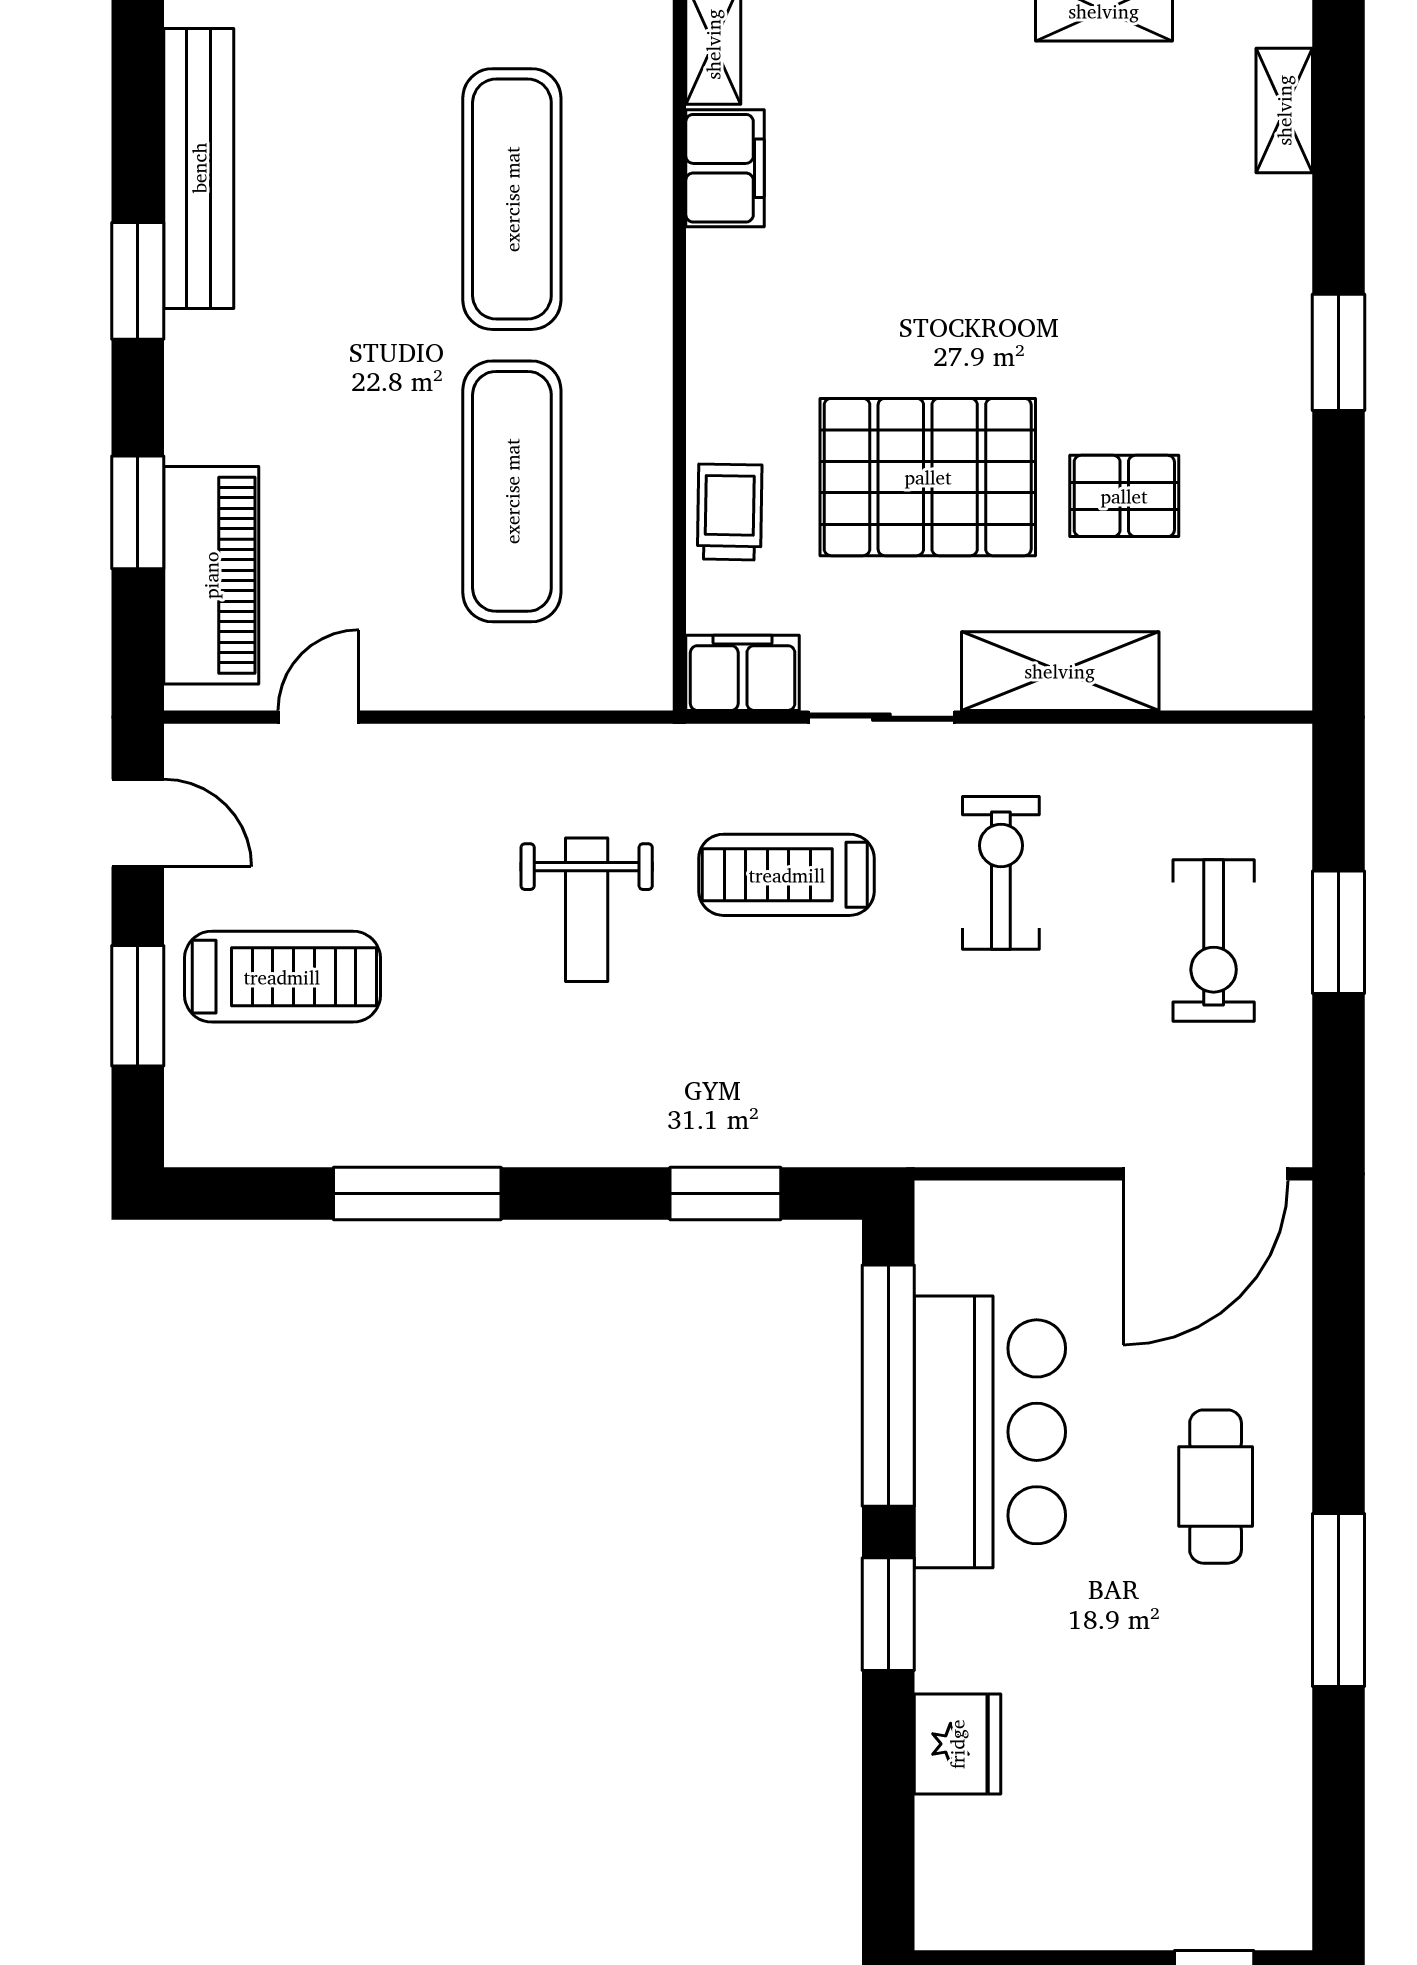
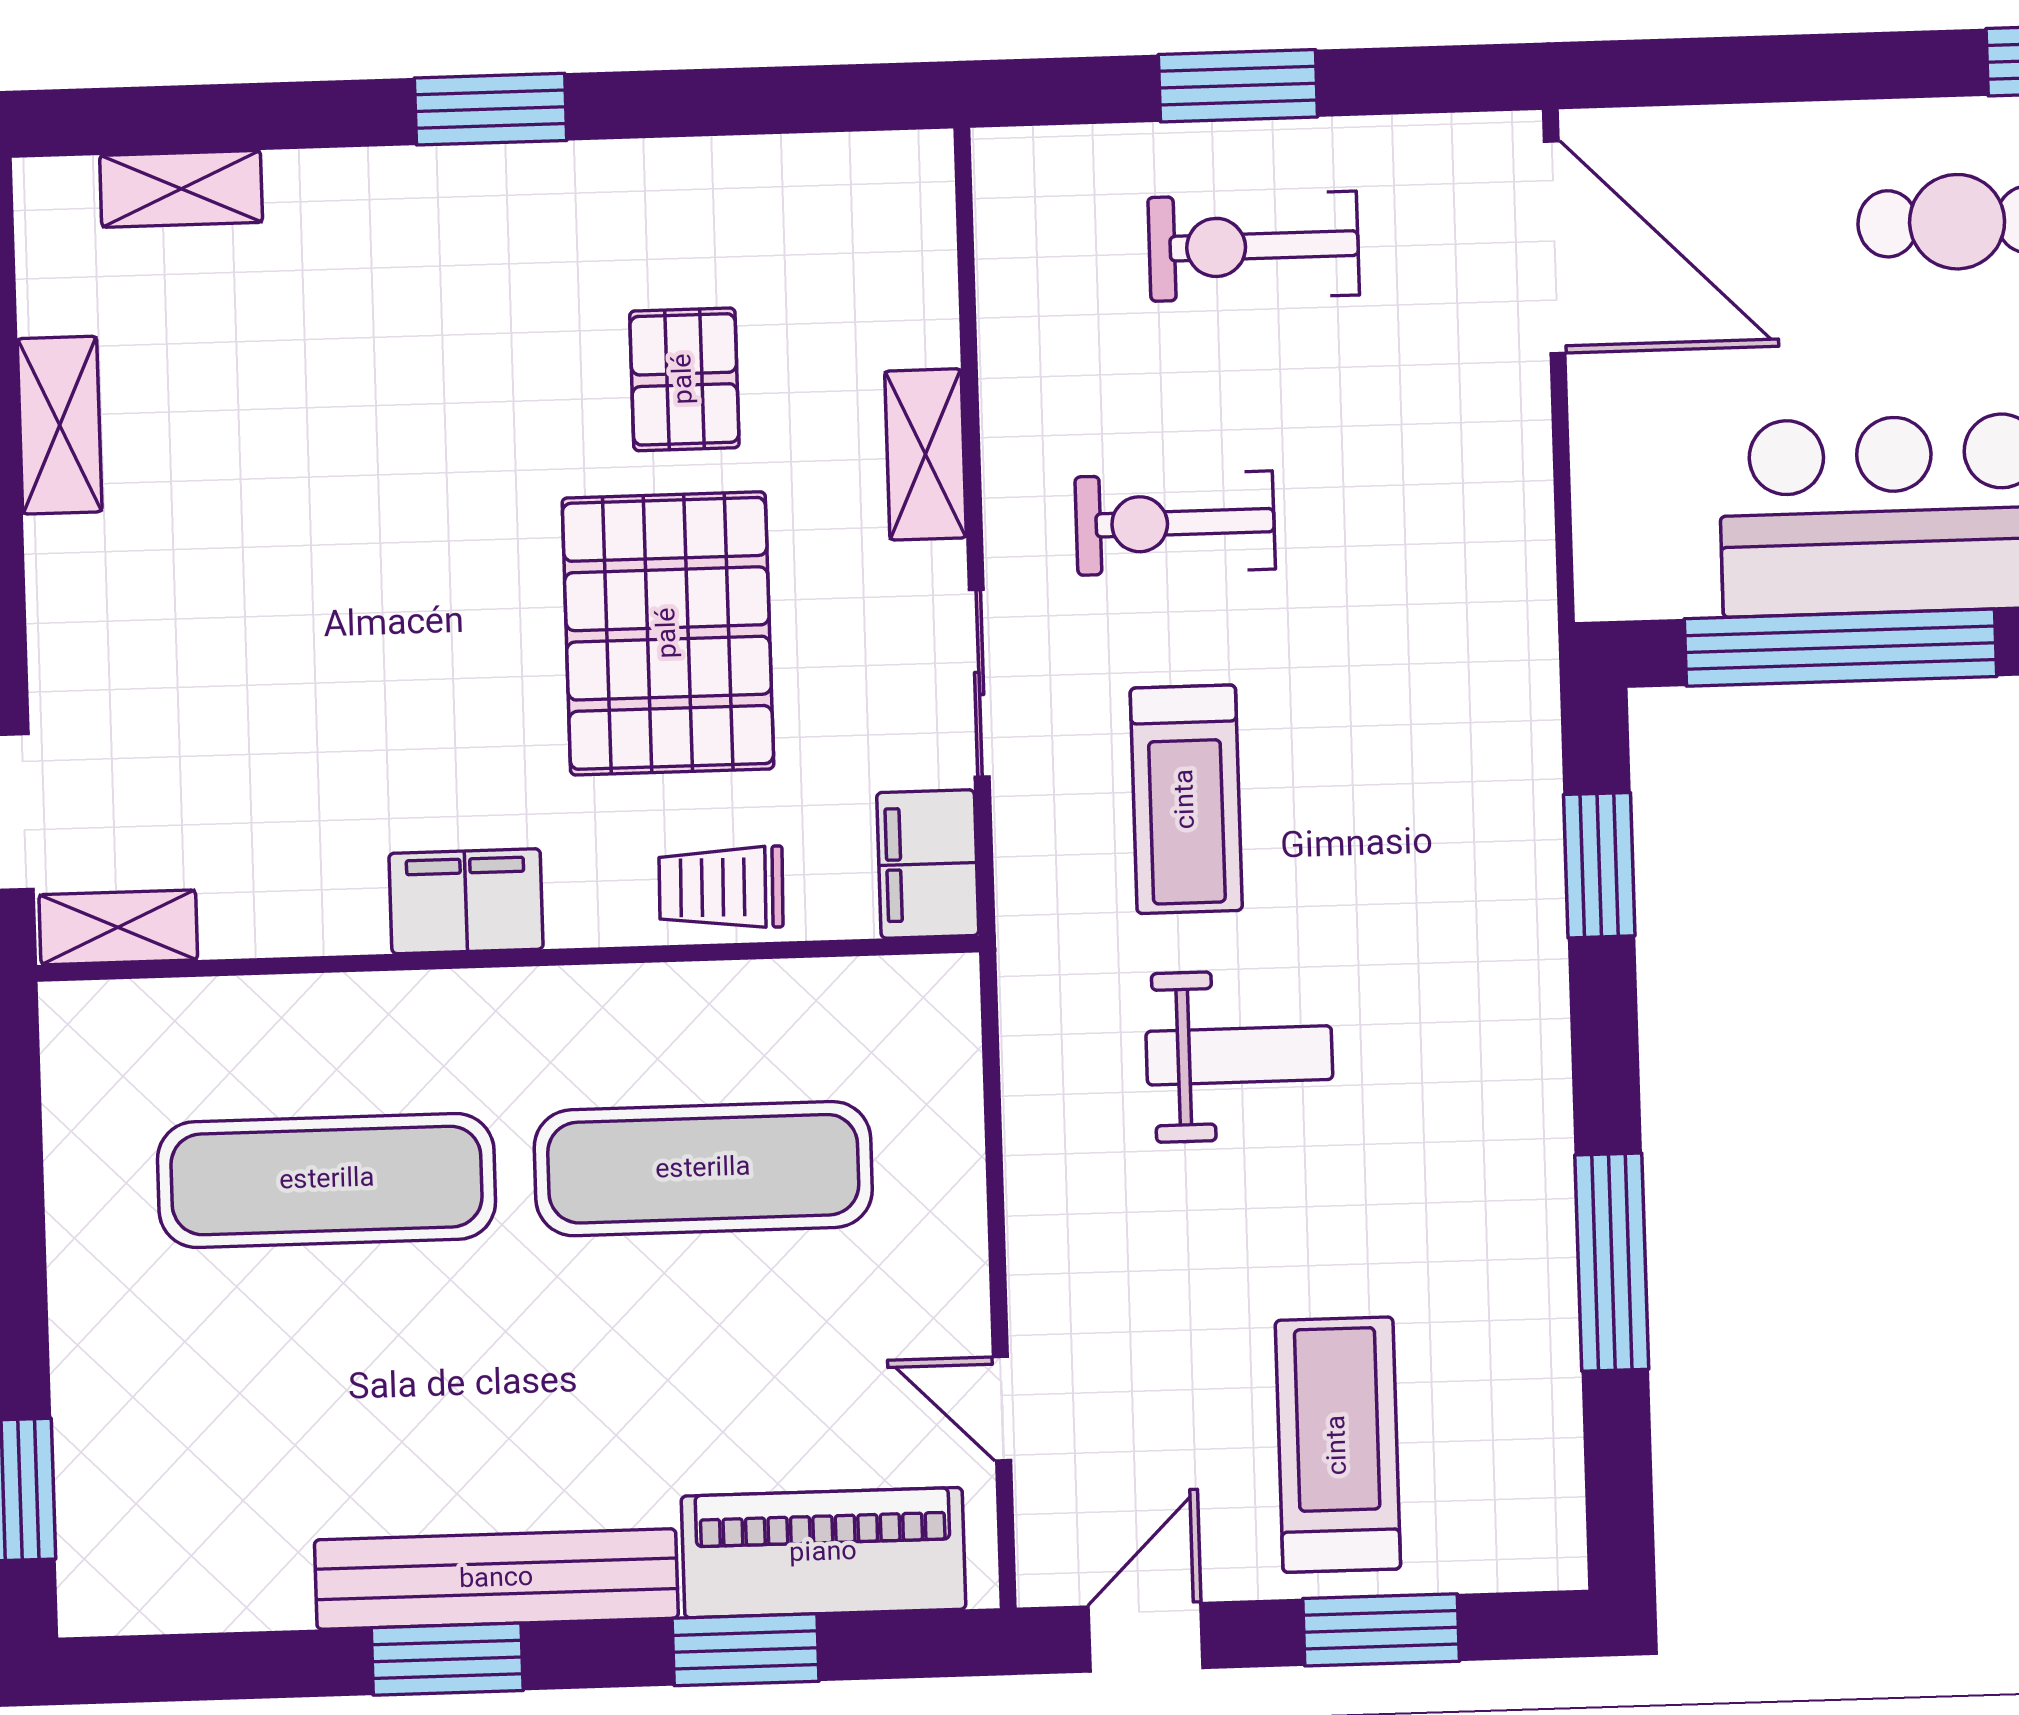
bench: (199, 168) -> (496, 1579), moved
filing cabinet: (725, 168) -> (466, 901), moved
shelving: (1060, 671) -> (925, 454), width x0.67, depth x0.75
exercise bike: (1214, 941) -> (1254, 246), turned 180

